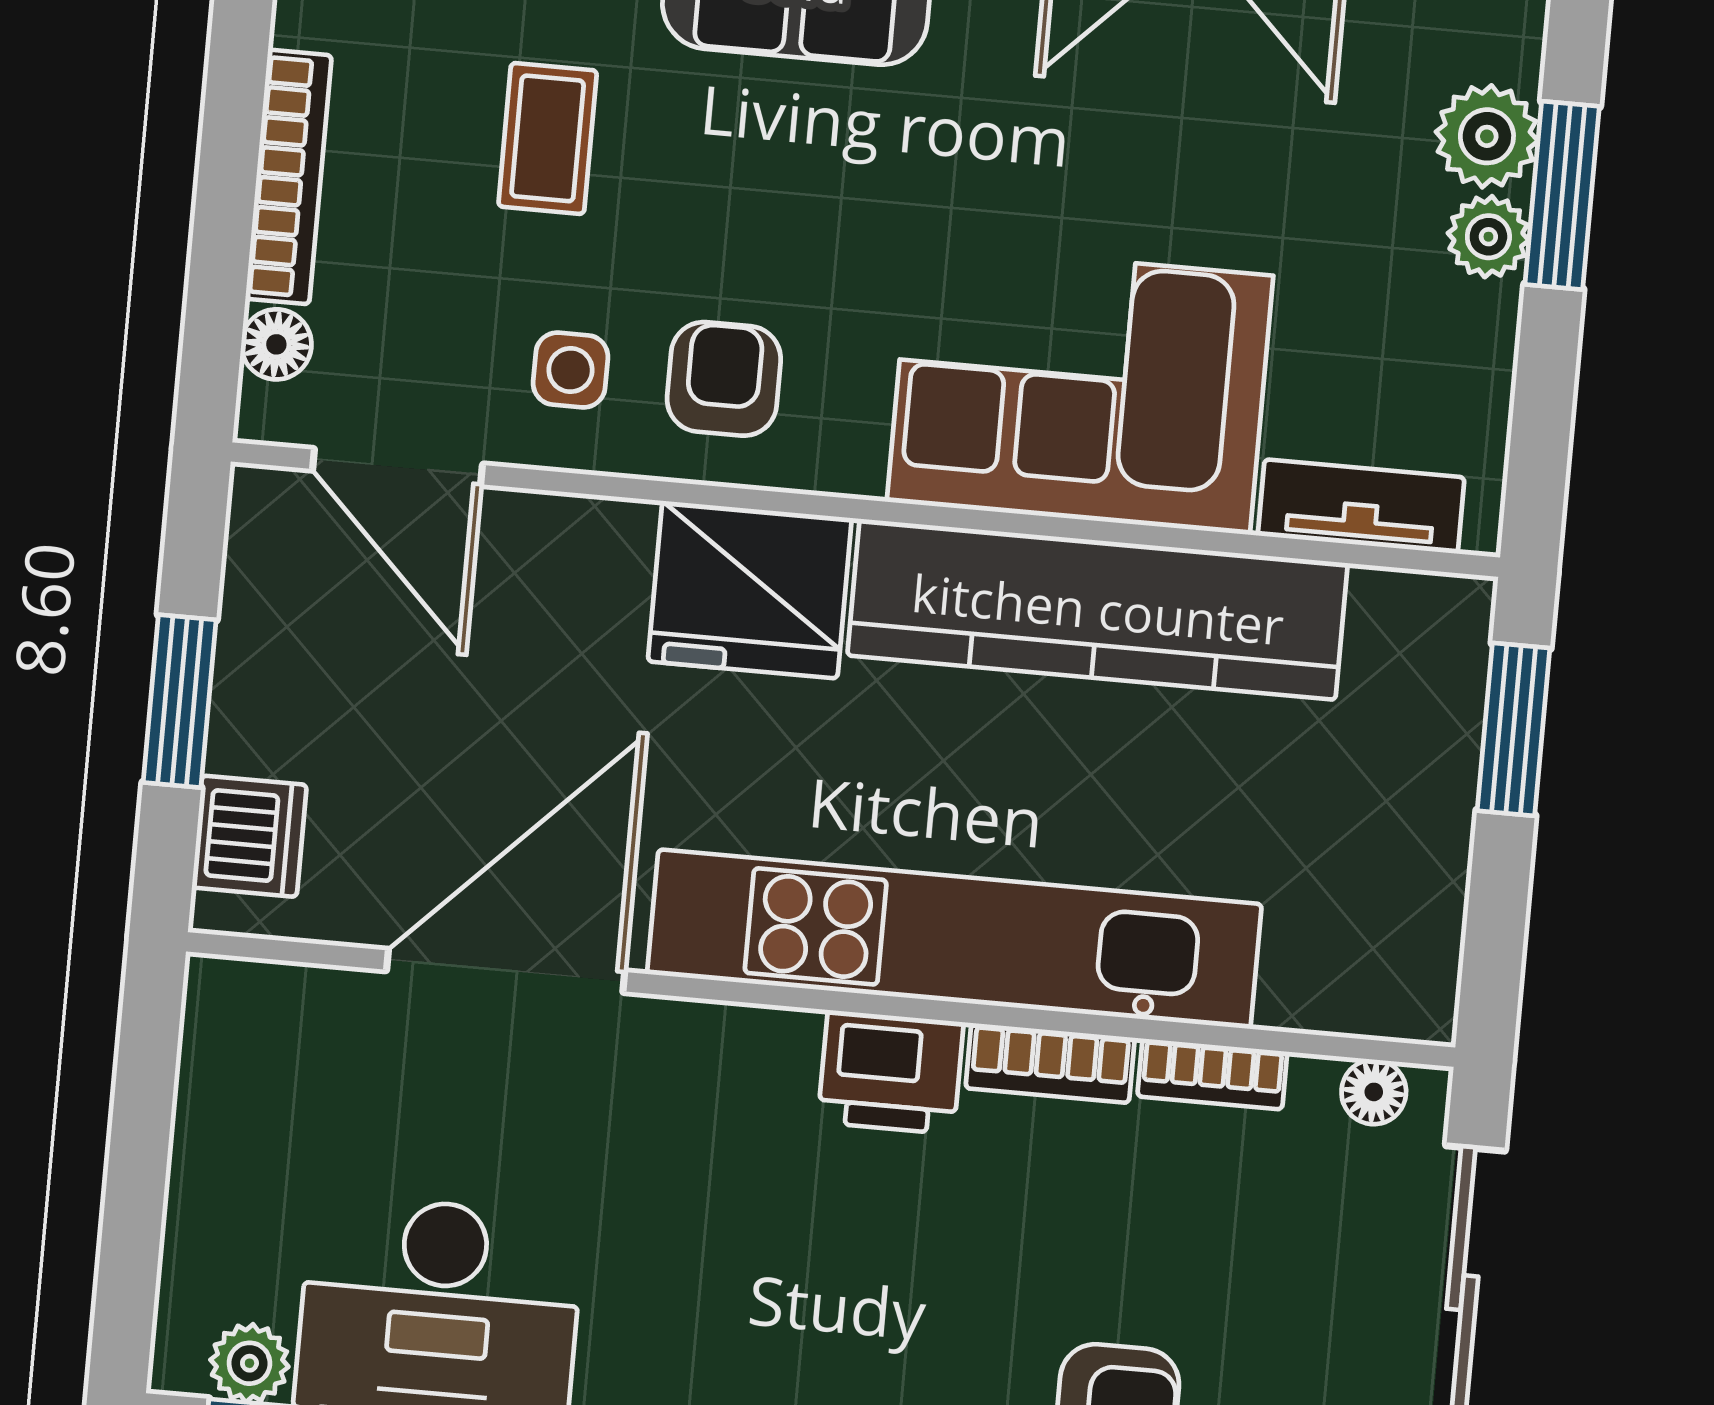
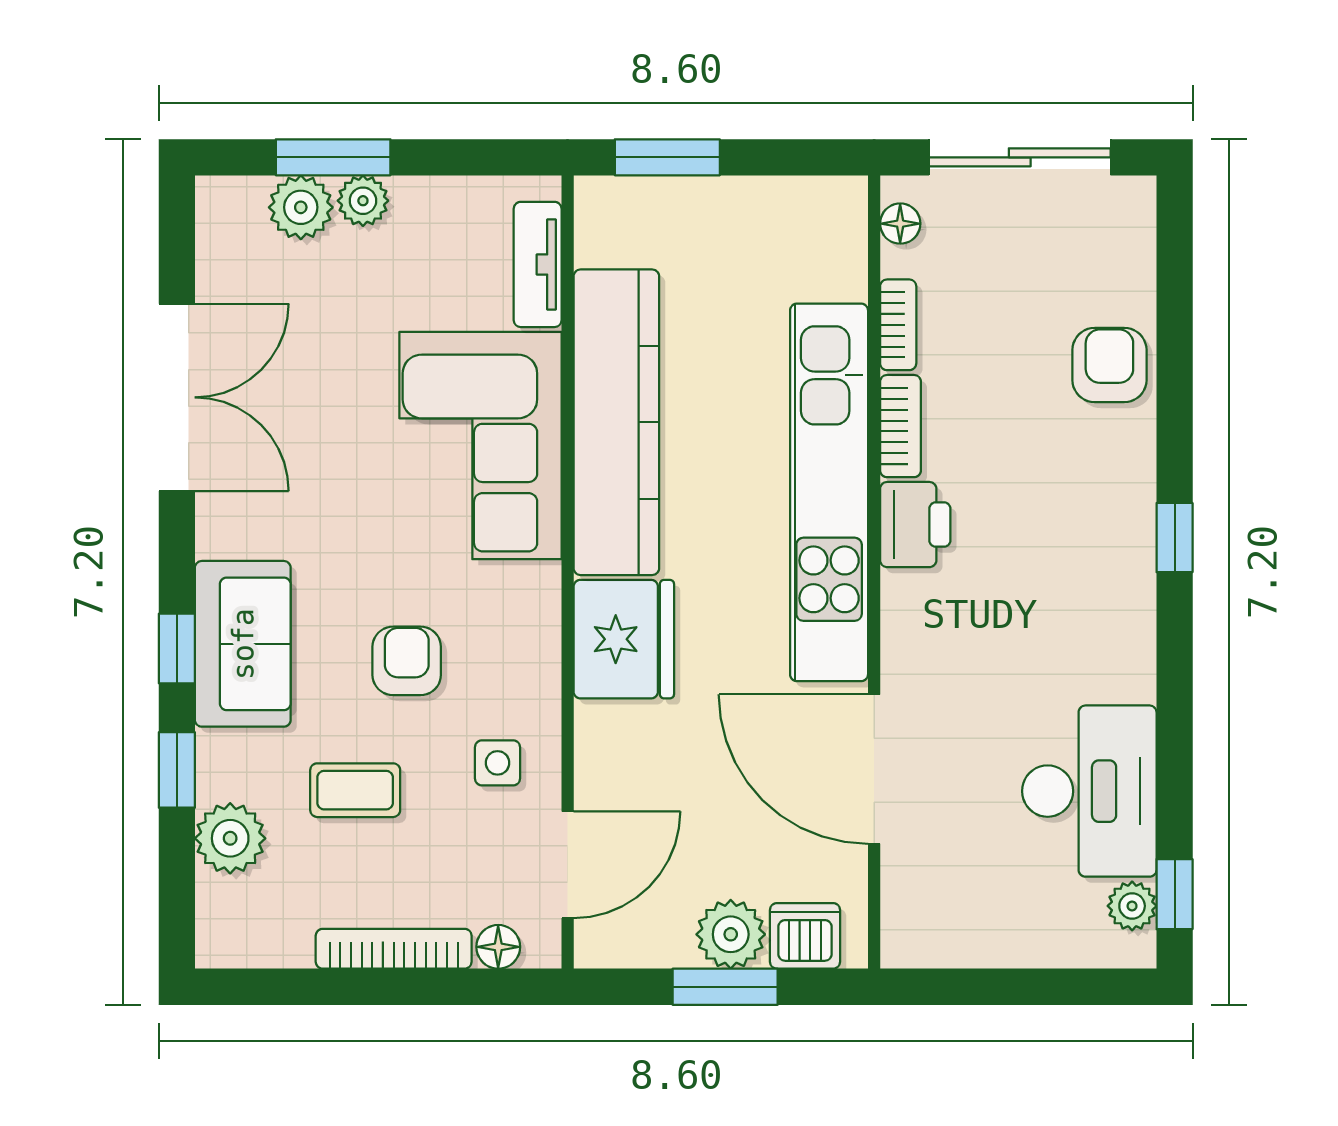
armchair: (724, 379) -> (407, 661), moved, turned 90
plant: (263, 718) -> (731, 934), added

